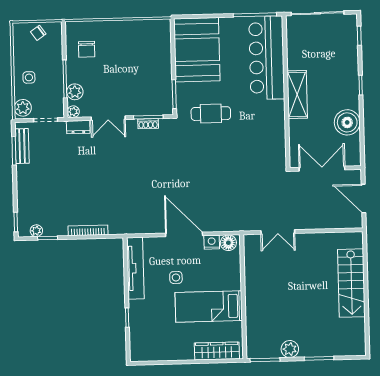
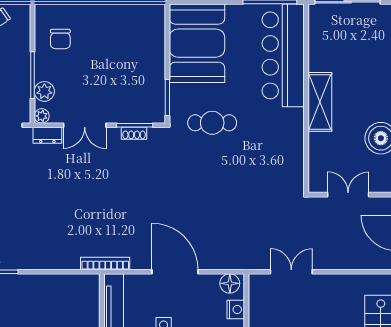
double door: (322, 169) -> (348, 195), width x0.73
bookcase: (88, 230) -> (105, 264), moved
double door: (278, 232) -> (291, 272), swing flipped
nightstand: (212, 242) -> (236, 309), moved, turned 90

